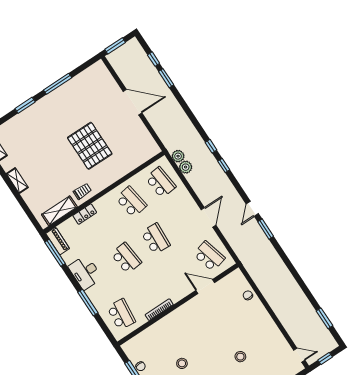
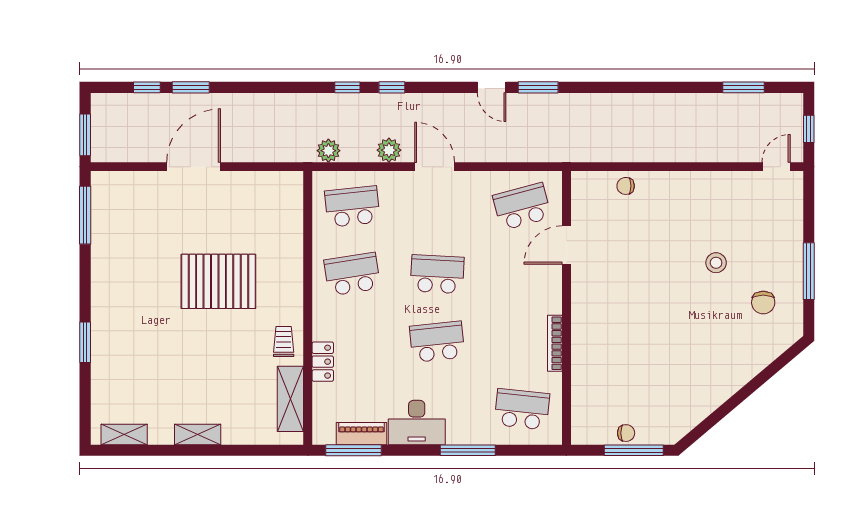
window: (58, 84) -> (85, 215), moved
plant: (186, 167) -> (389, 150), moved
door: (208, 217) -> (435, 167), moved
piano: (58, 241) -> (362, 434), moved
stool: (182, 363) -> (665, 364), removed

